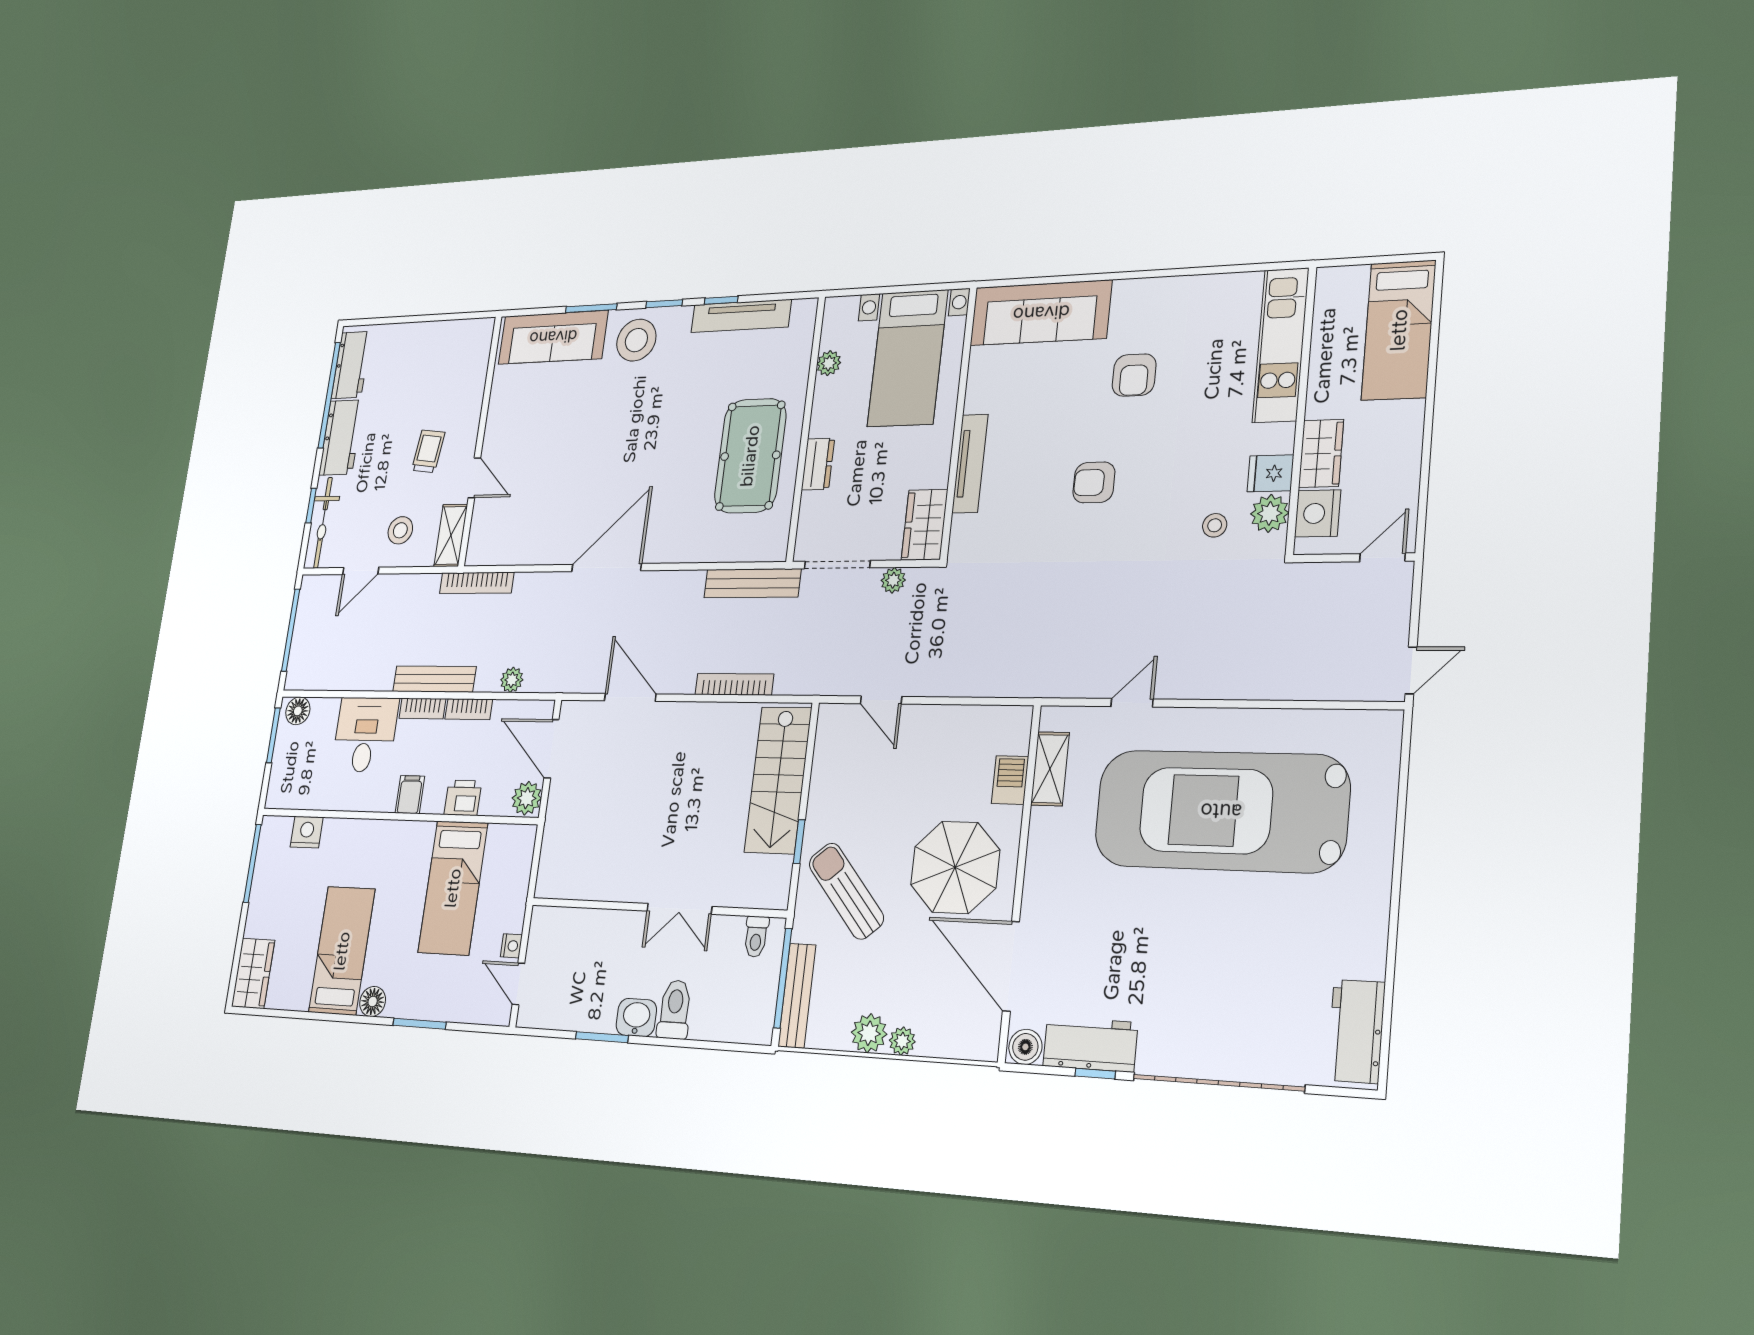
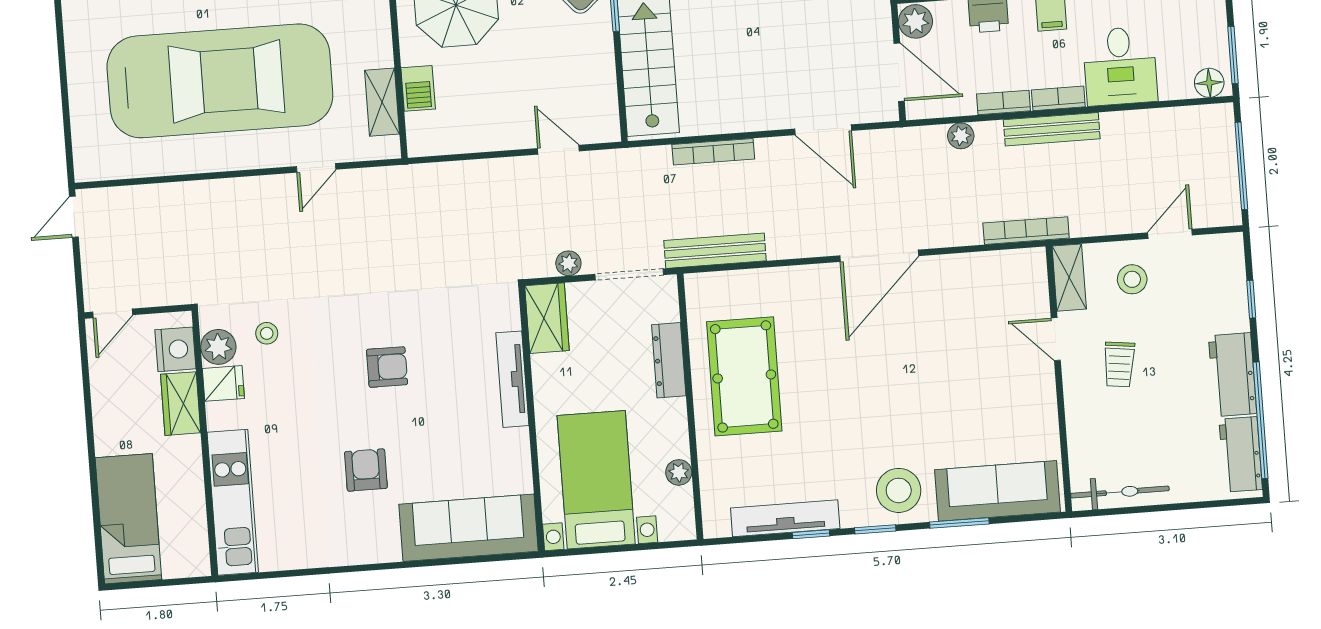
dresser: (818, 464) -> (669, 360), width x1.44
bicycle: (323, 523) -> (1120, 492), moved, turned 90

